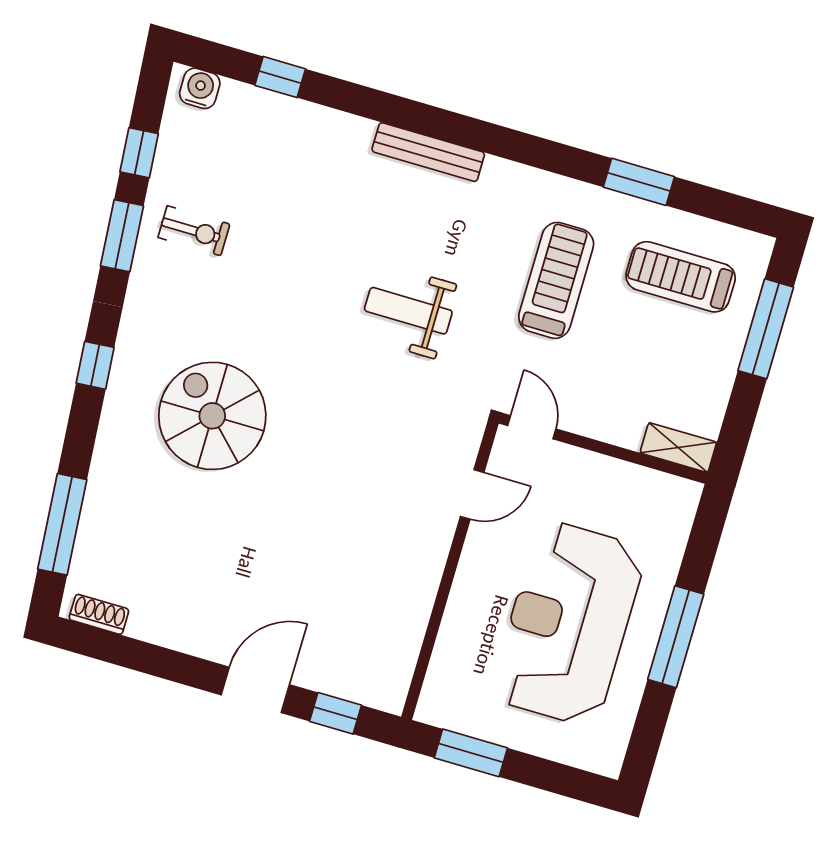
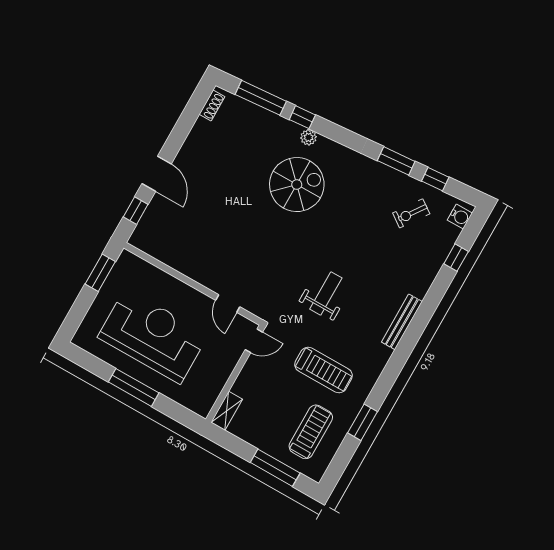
exercise bike: (194, 231) -> (411, 213), moved, turned 35
window: (95, 365) -> (302, 117), moved
plant: (117, 415) -> (309, 137), added

